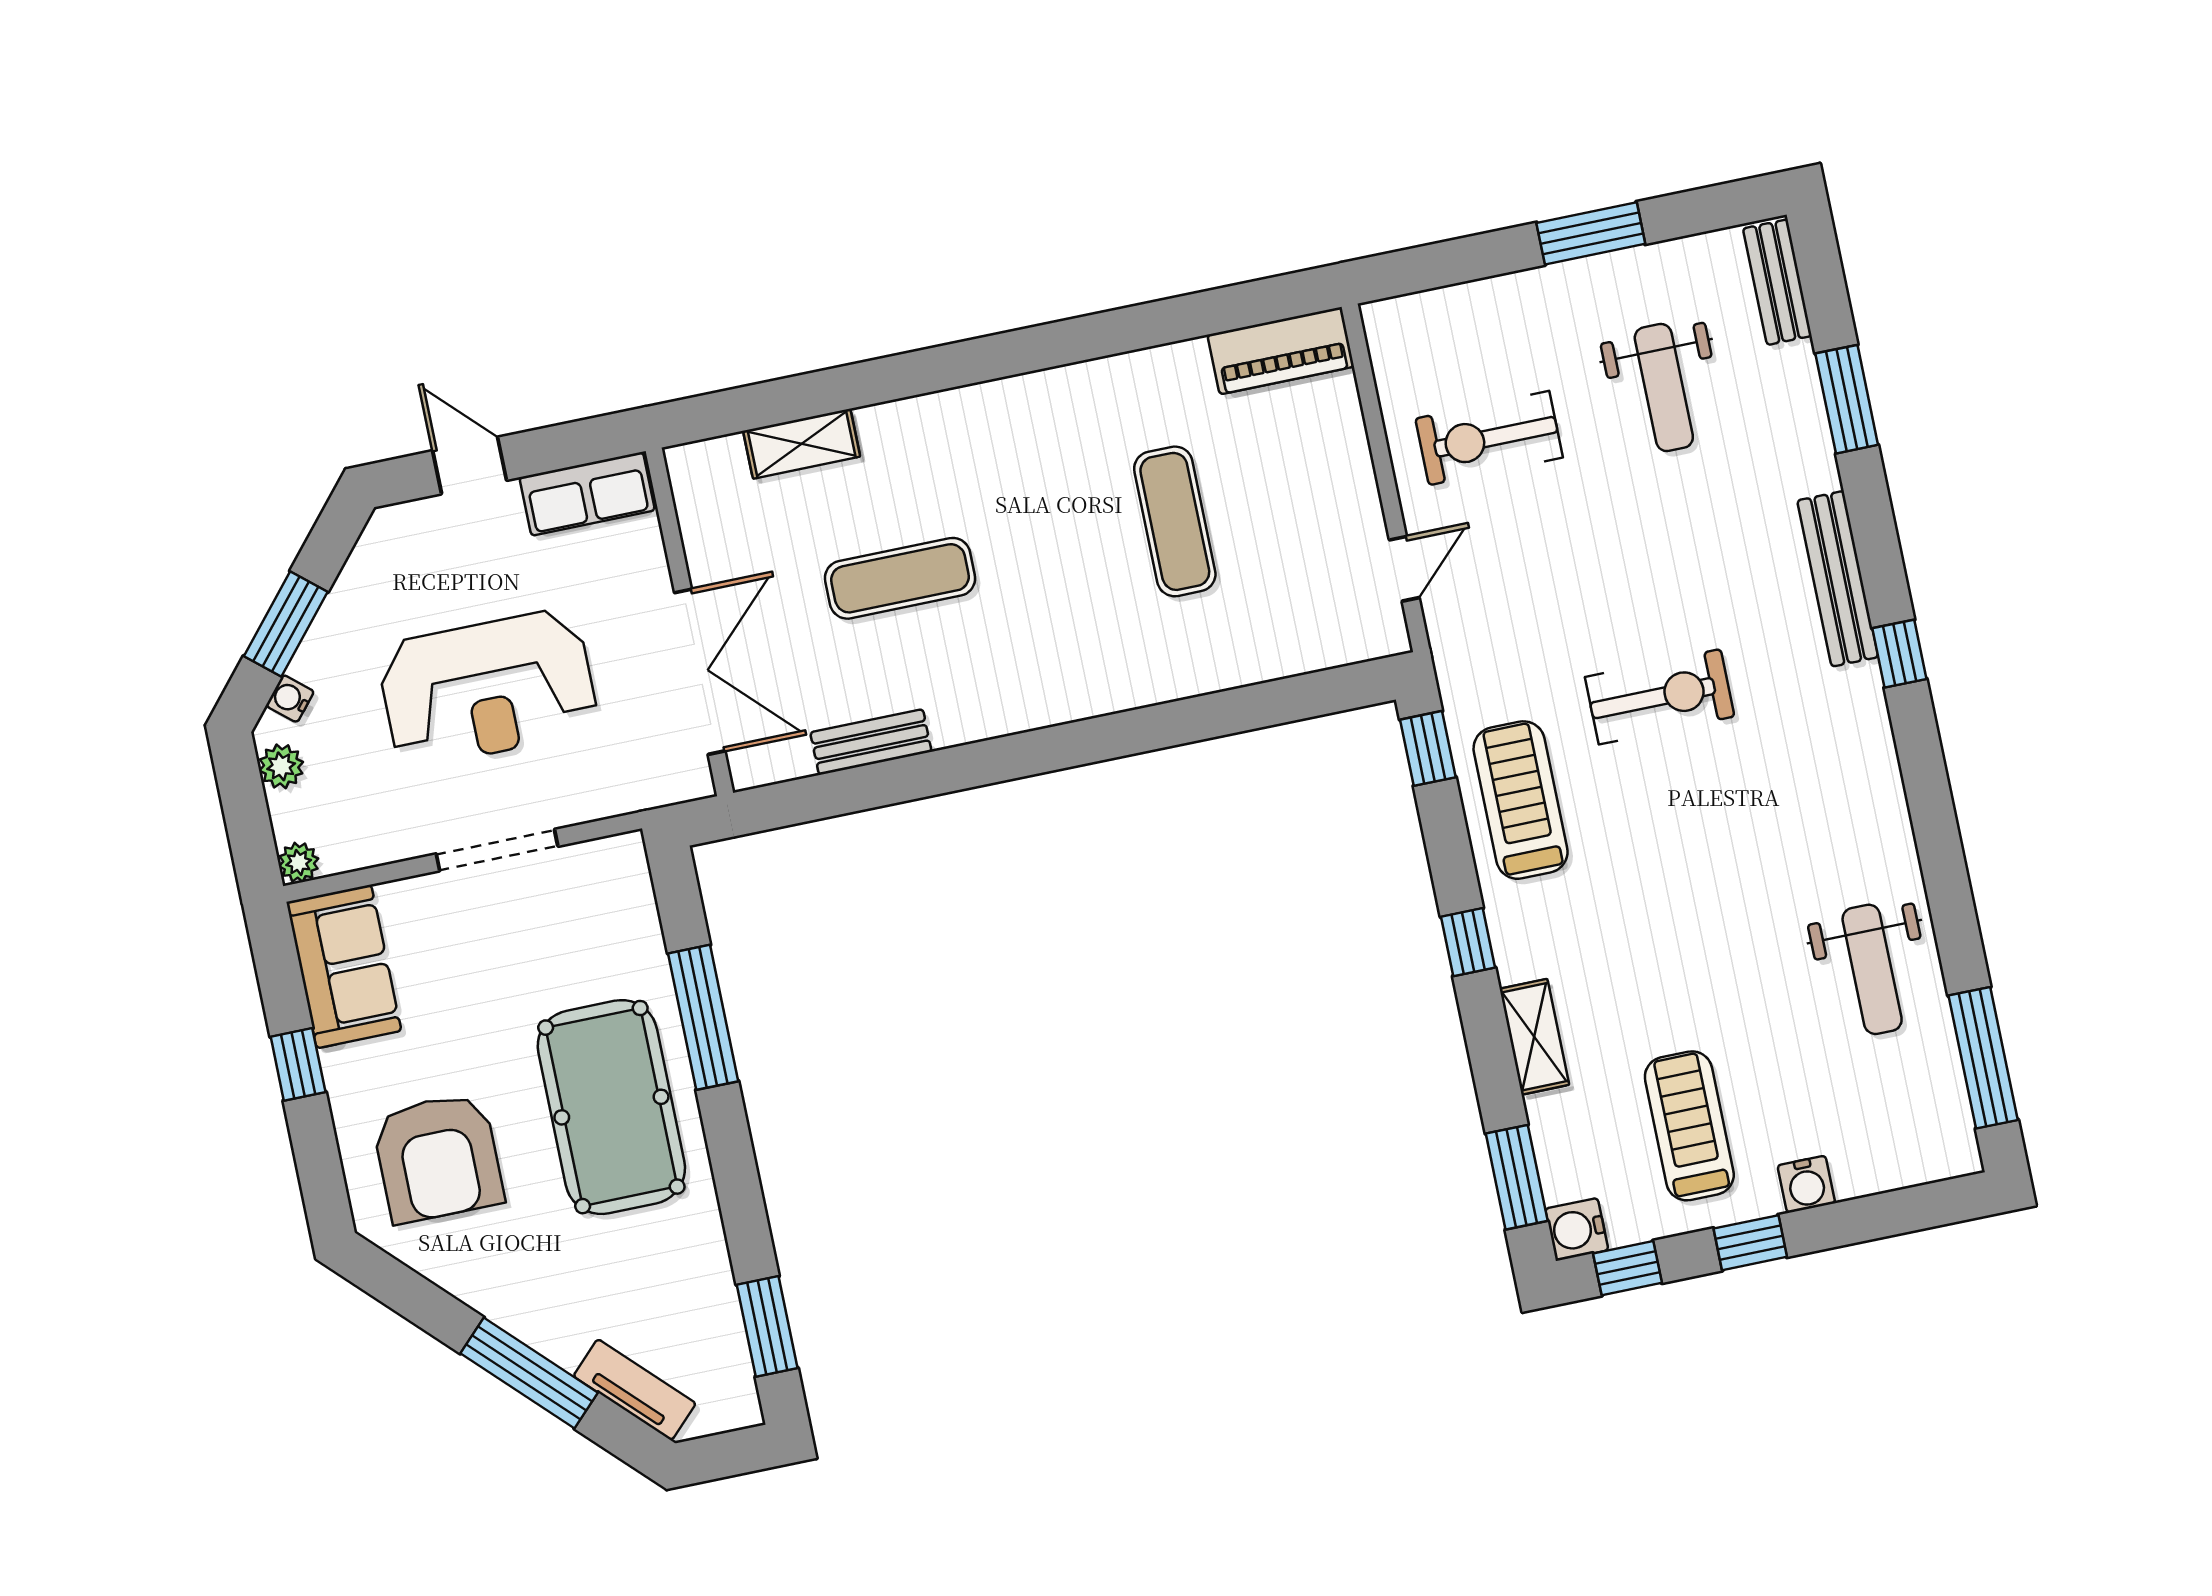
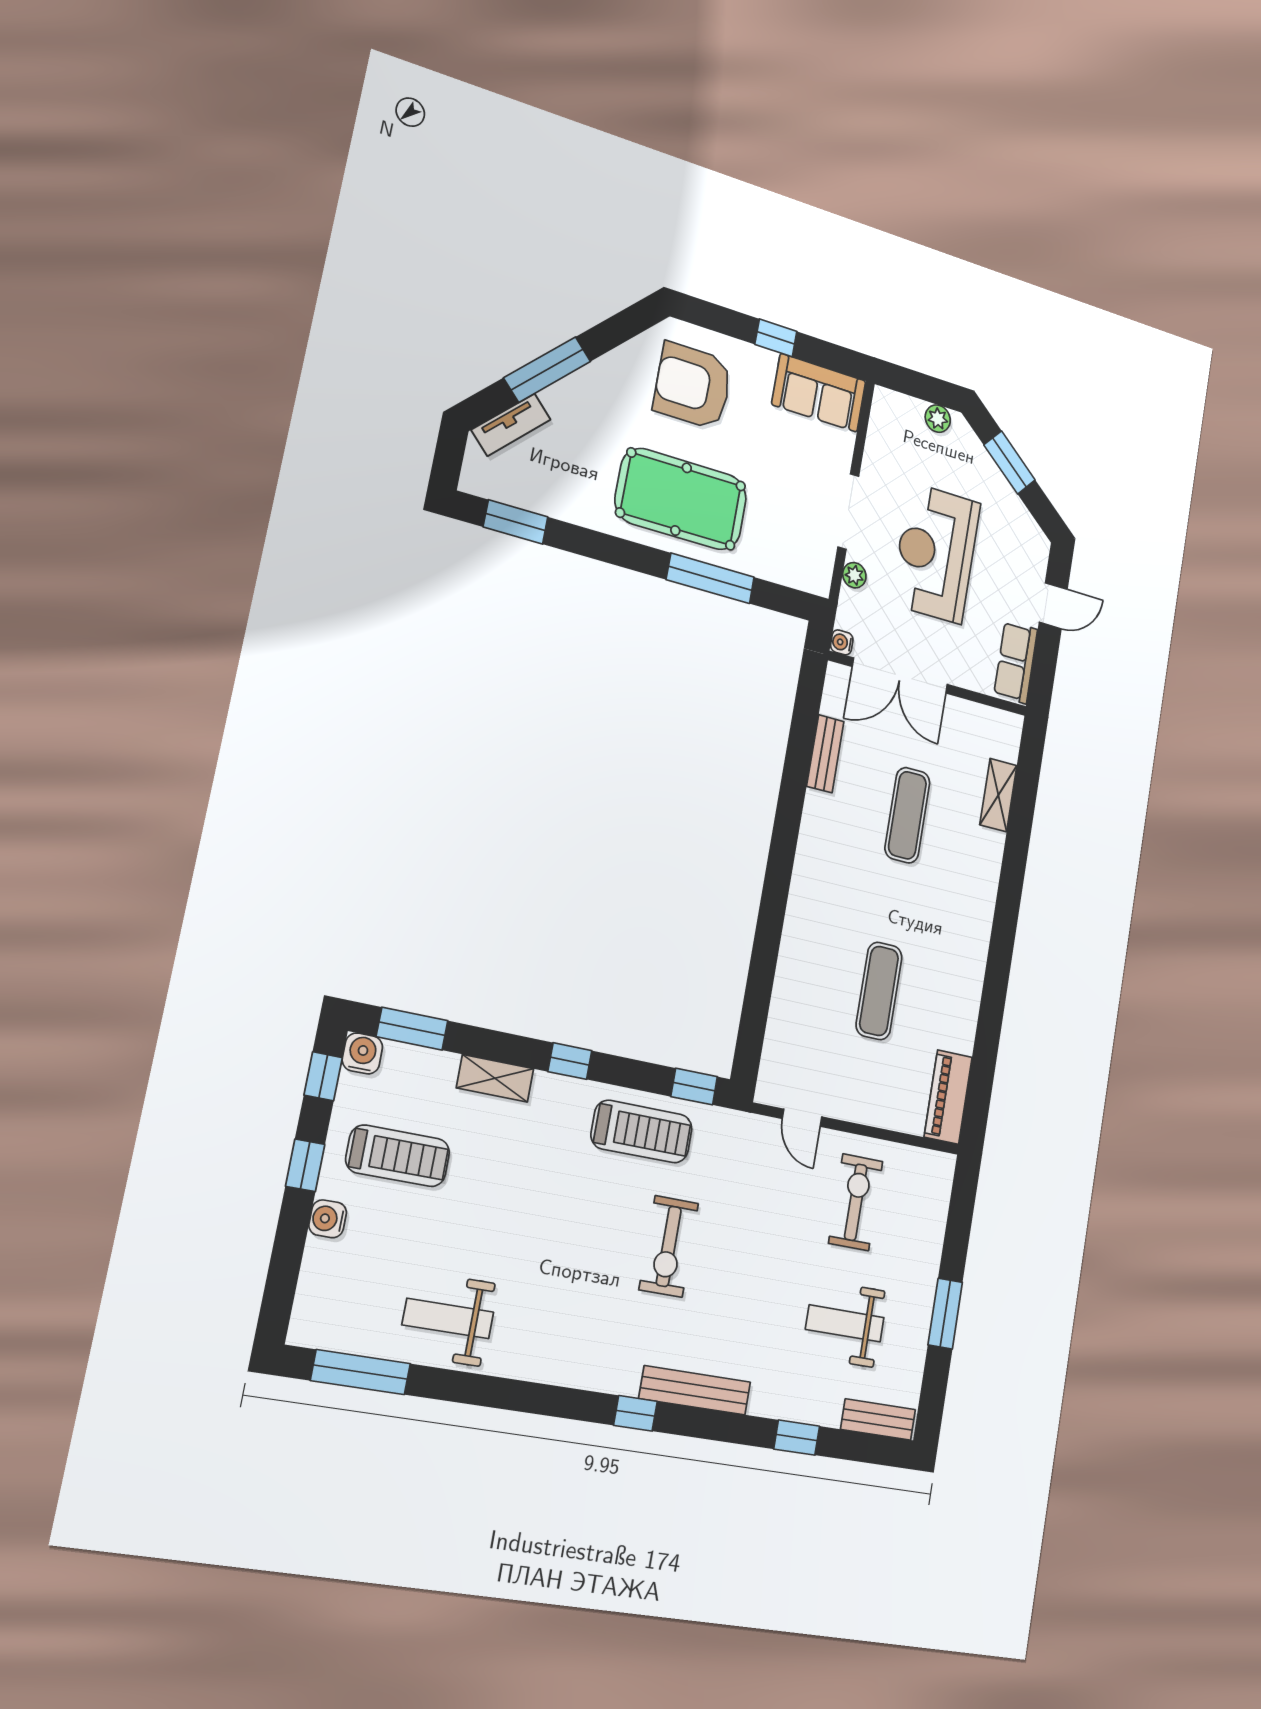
window: (1847, 399) -> (797, 1438), width x0.67
exercise mat: (1175, 521) -> (879, 991), turned 90
water cooler: (290, 699) -> (842, 642), moved, turned -130
plant: (299, 862) -> (854, 575), moved

